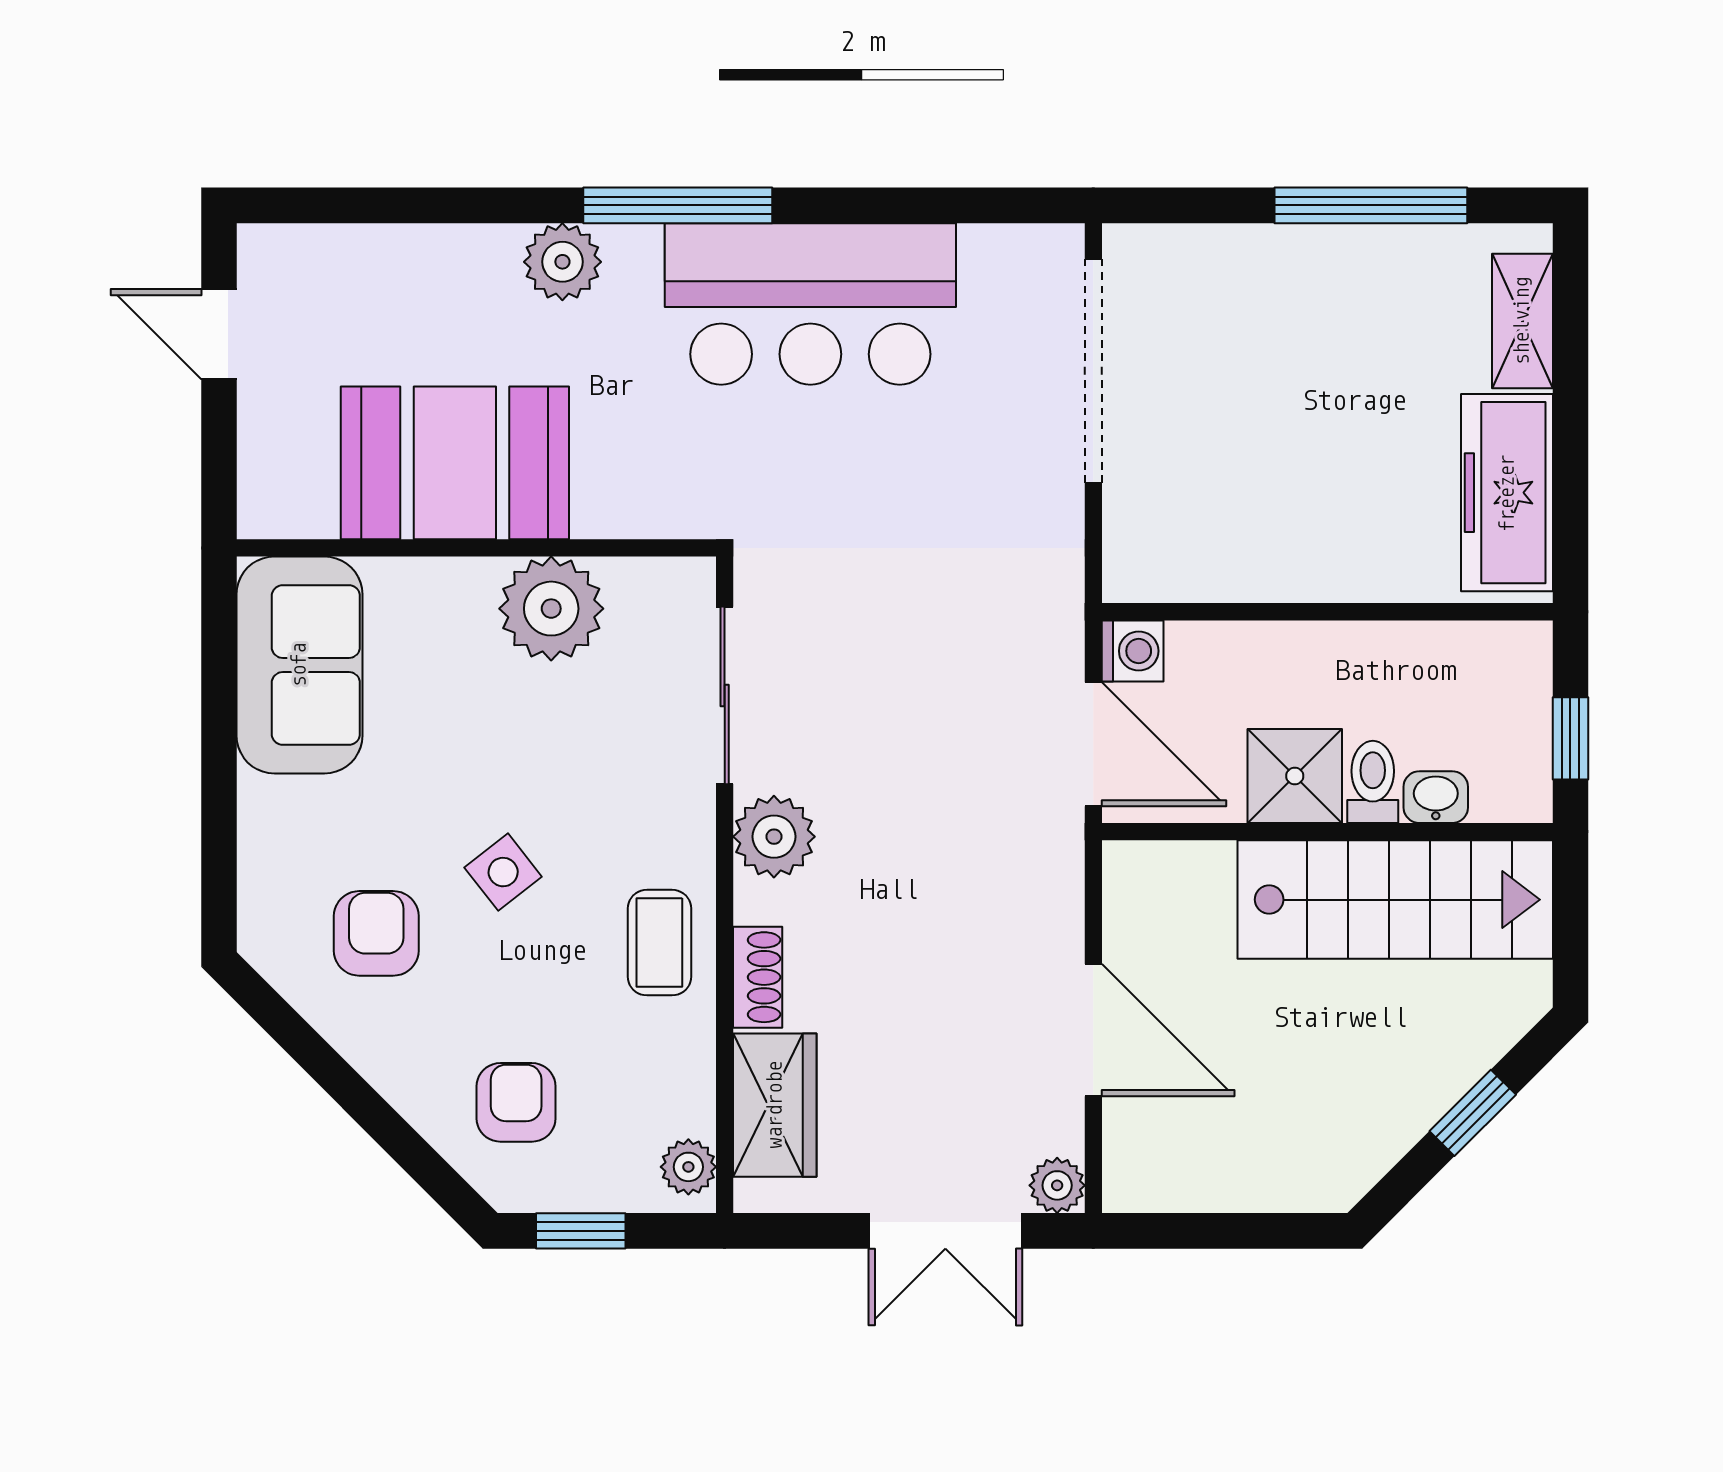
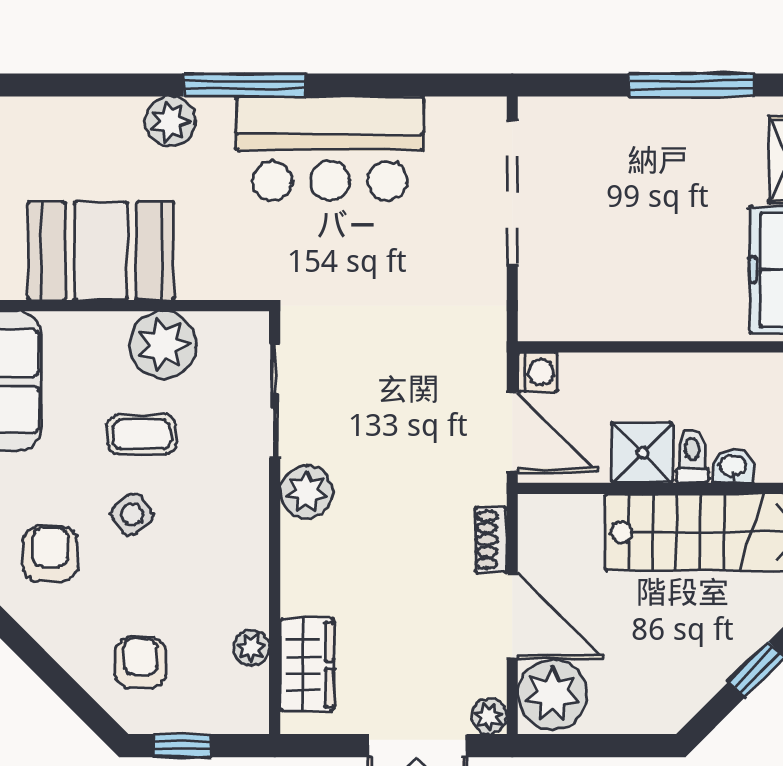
coffee table: (659, 943) -> (142, 434), moved, turned 90
shoe rack: (758, 977) -> (491, 540), moved, turned 180
plant: (1156, 1151) -> (552, 694), added
plant: (688, 1167) -> (251, 648), moved

